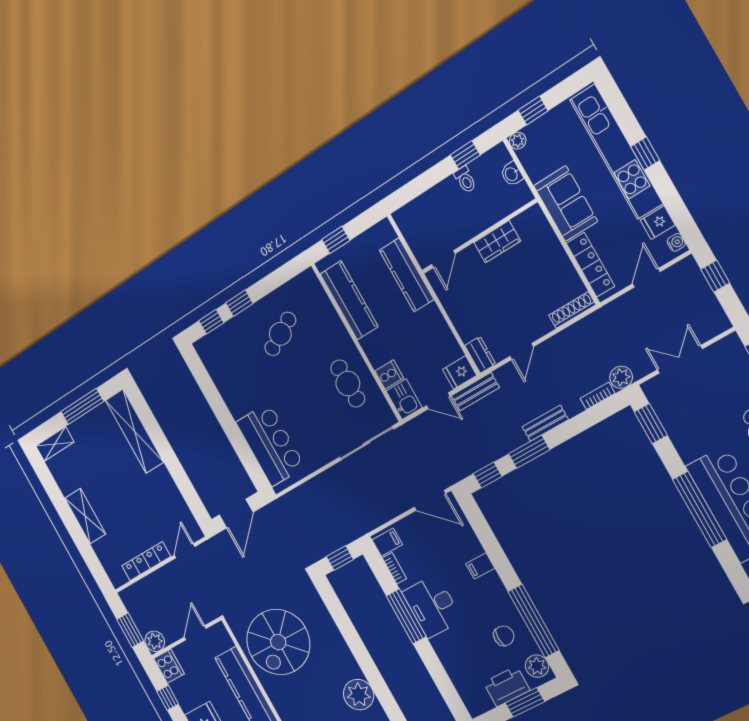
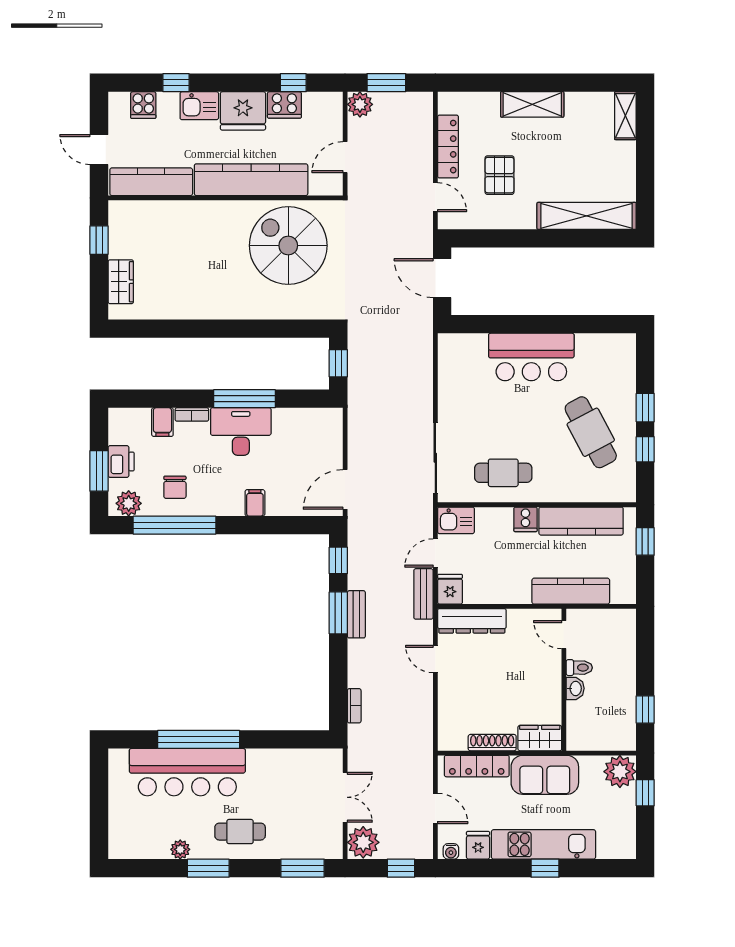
plant: (518, 141) -> (620, 772), width x1.88, depth x1.88
kitchen unit: (616, 152) -> (544, 844), width x0.73
washbasin: (512, 174) -> (575, 688), moved, turned 90
toilet: (465, 180) -> (579, 668), moved, turned 180
wardrobe: (497, 242) -> (540, 738), moved, turned 90
shoe rack: (572, 310) -> (492, 743), moved, turned -90
window: (211, 322) -> (645, 449), moved
cafe table: (280, 334) -> (591, 432), width x1.37, depth x1.35
dresser: (480, 355) -> (472, 621), width x1.96, depth x1.24
cooker: (389, 375) -> (525, 519), moved
plant: (621, 377) -> (363, 842), moved, width x1.36, depth x1.36
window: (82, 406) -> (645, 172), removed
bench: (545, 423) -> (356, 614), moved
window: (651, 424) -> (301, 739), removed
bar counter: (270, 445) -> (531, 357), moved
pallet: (144, 512) -> (500, 175), added
filing cabinet: (387, 542) -> (162, 422), moved
bookcase: (394, 568) -> (192, 414), moved
door: (195, 633) -> (345, 157), swing flipped
cooker: (169, 666) -> (284, 105), moved
printer: (507, 686) -> (121, 462), width x0.73, depth x0.84
plant: (359, 695) -> (191, 302), removed

